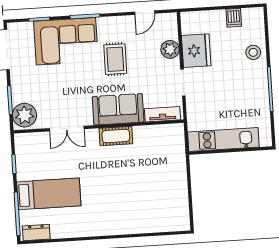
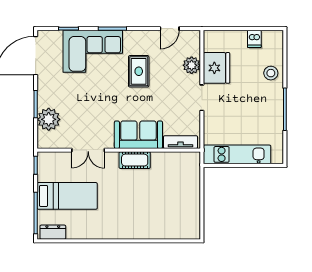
sofa: (118, 109) -> (138, 135), moved
tv unit: (162, 114) -> (181, 142), moved
wall: (99, 127) -> (119, 150), moved
double door: (67, 129) -> (88, 150), moved
cot: (116, 136) -> (135, 160), moved

